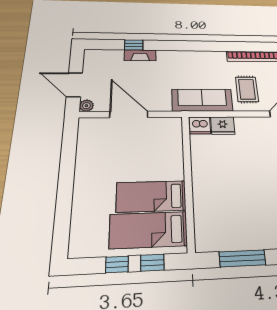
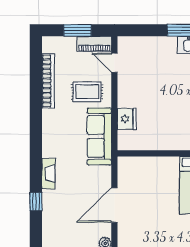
fireplace: (140, 55) -> (48, 174), moved
dishwasher: (200, 125) -> (126, 140), removed

